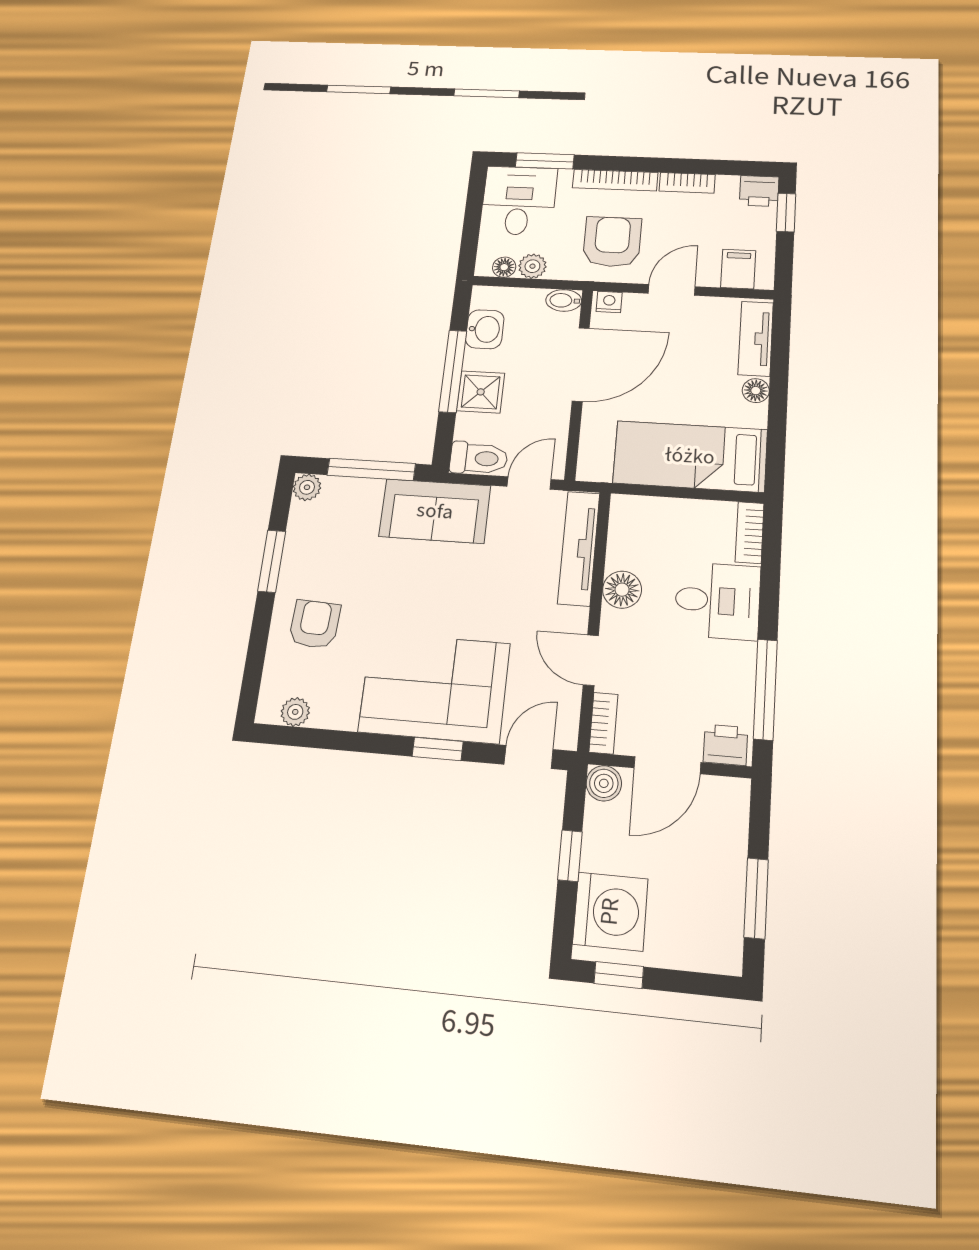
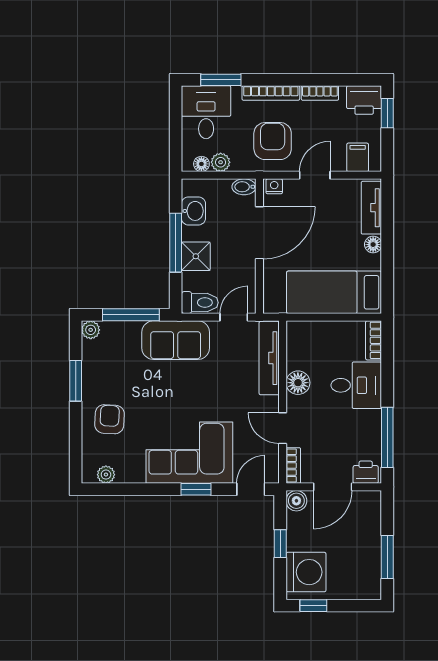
printer: (759, 191) -> (364, 100), width x1.36, depth x1.24

